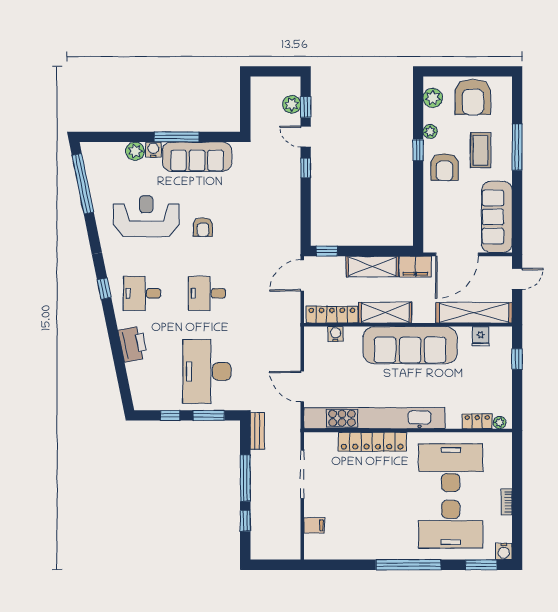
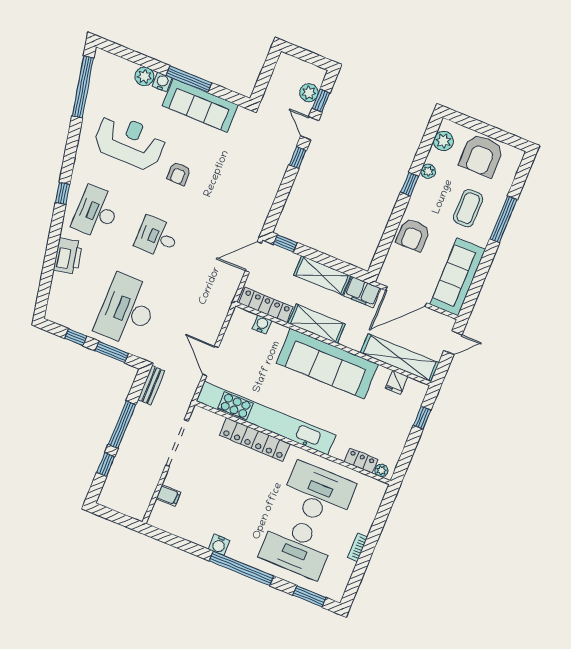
armchair: (445, 167) -> (413, 235), moved
desk: (142, 293) -> (96, 212), width x1.37
water cooler: (504, 551) -> (219, 545), moved

